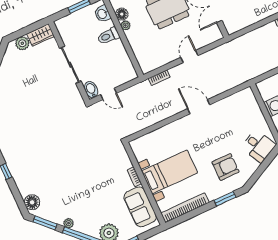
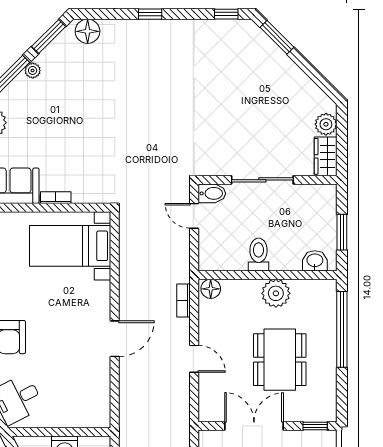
floor lamp: (122, 14) -> (211, 289), moved
plant: (125, 25) -> (276, 293), width x1.88, depth x1.88
toilet: (108, 36) -> (259, 255), moved
door: (109, 94) -> (194, 216), hinge flipped
bed with nightstands: (169, 172) -> (70, 246), moved, turned 90

